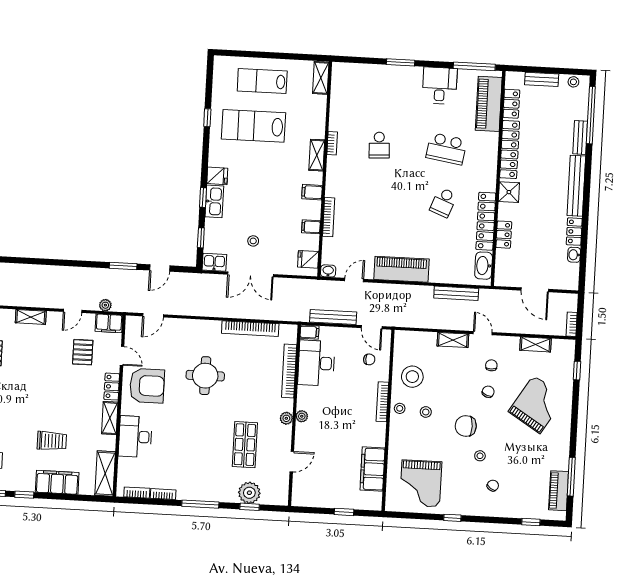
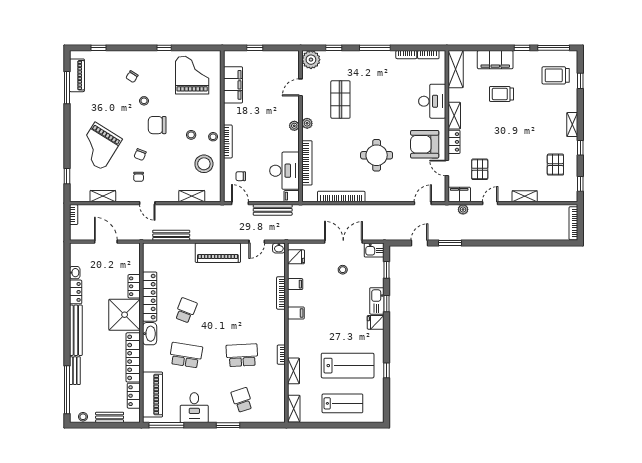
school desk: (382, 92) -> (242, 400), added
school desk: (379, 145) -> (242, 355), width x1.85
shelving: (317, 155) -> (294, 371), moved
shower: (509, 192) -> (125, 315), width x1.86, depth x1.86
washbasin: (484, 266) -> (150, 334), moved
shelving: (453, 340) -> (192, 196), moved
chair: (466, 426) -> (157, 125), turned 180
plant: (249, 493) -> (311, 60), moved

